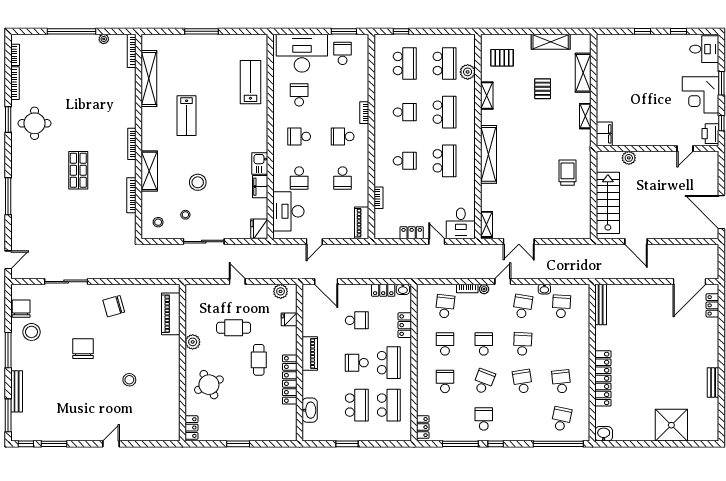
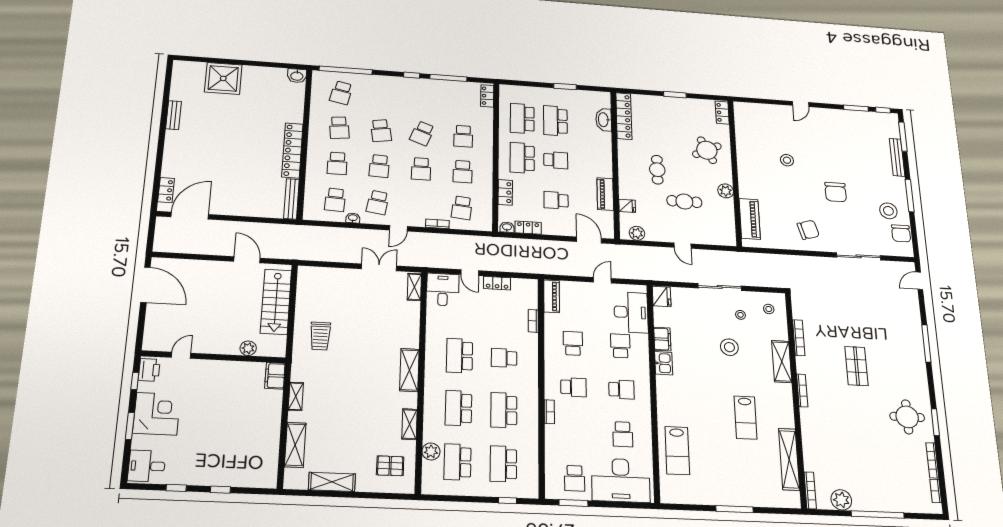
plant: (104, 39) -> (841, 500), width x1.87, depth x1.87
pallet: (543, 89) -> (344, 429), removed
school desk: (405, 112) -> (504, 410), width x1.85
lab bench: (187, 116) -> (745, 418), turned 180
shelving: (488, 154) -> (409, 370), width x0.68
plant: (484, 289) -> (419, 222), removed
piano: (310, 353) -> (605, 194), moved
locker: (603, 378) -> (292, 150), moved
locker: (290, 379) -> (624, 116), moved
school desk: (484, 419) -> (337, 163), moved

